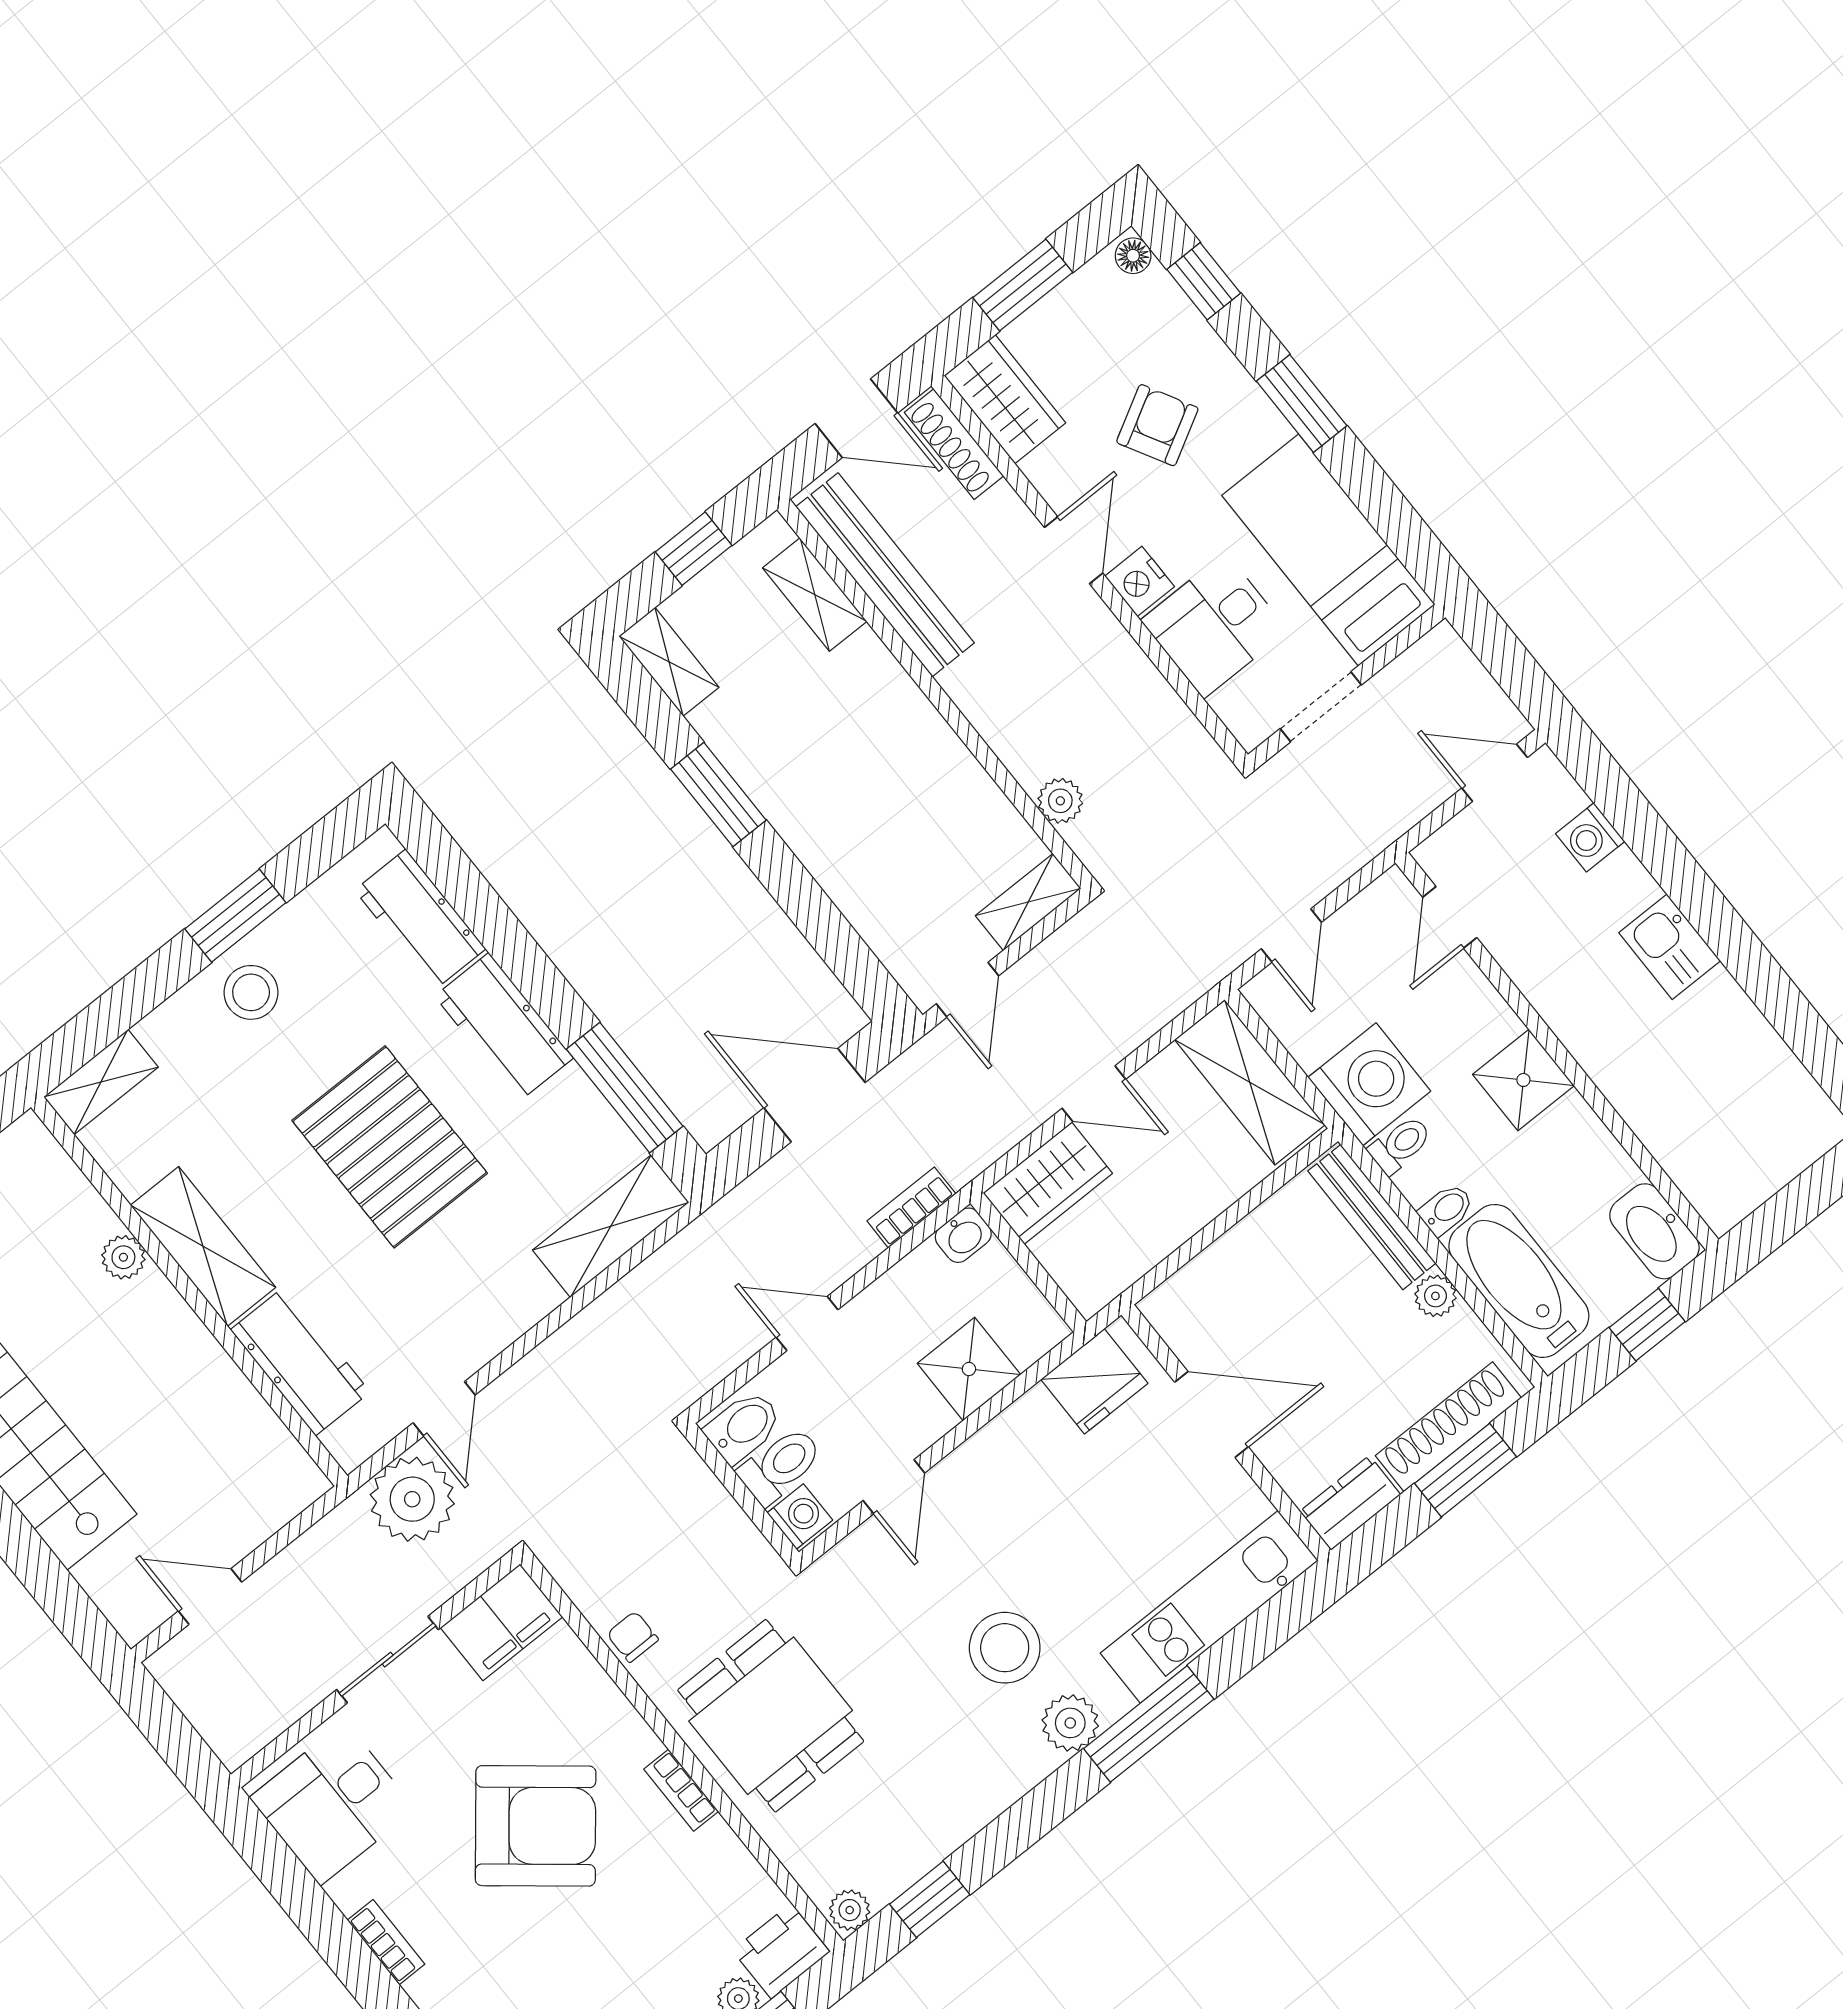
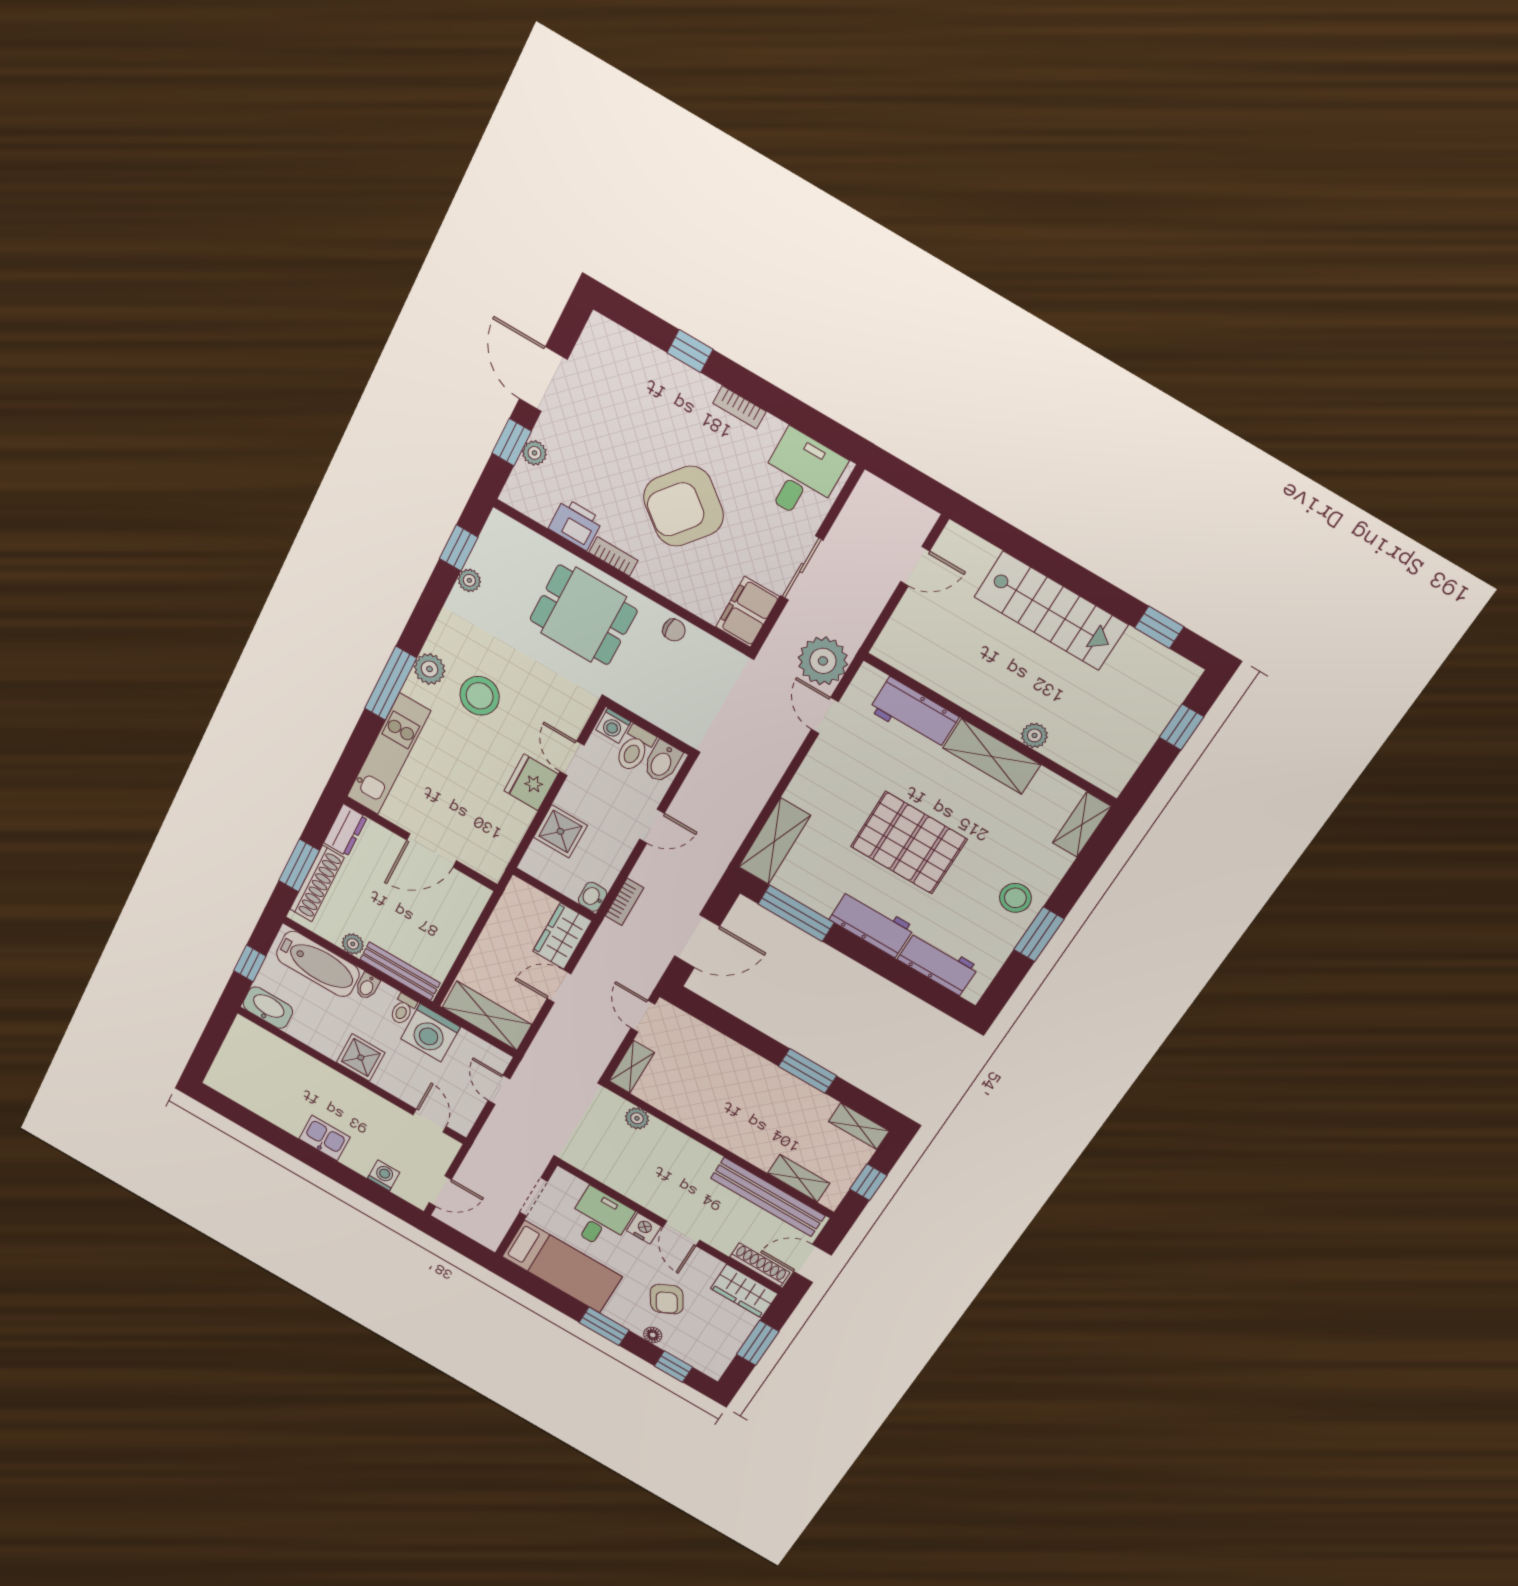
floor lamp: (1133, 256) -> (653, 1335), moved
fridge: (1094, 1381) -> (531, 782), moved
plant: (850, 1910) -> (469, 580), moved
printer: (781, 1951) -> (576, 524), moved, turned -90

